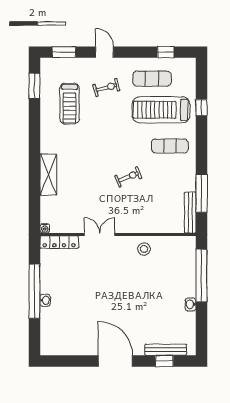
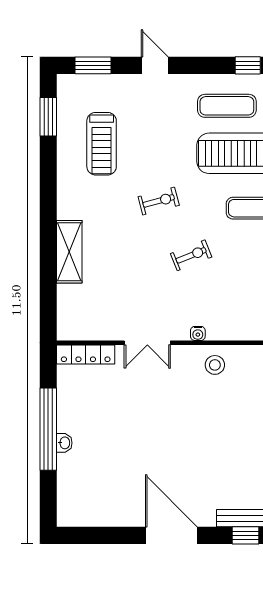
exercise bike: (106, 88) -> (159, 201), moved
water cooler: (45, 228) -> (198, 333), moved
double door: (100, 234) -> (147, 343), swing flipped

